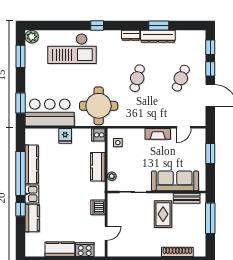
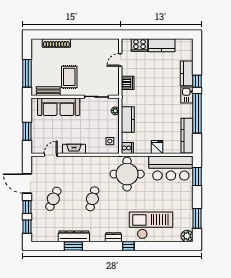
dresser: (131, 35) -> (113, 237), moved
kitchen counter: (32, 164) -> (187, 136), moved

